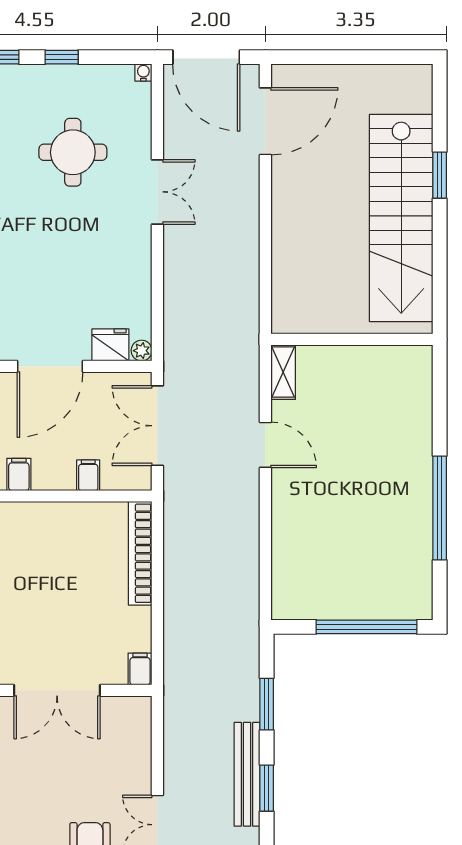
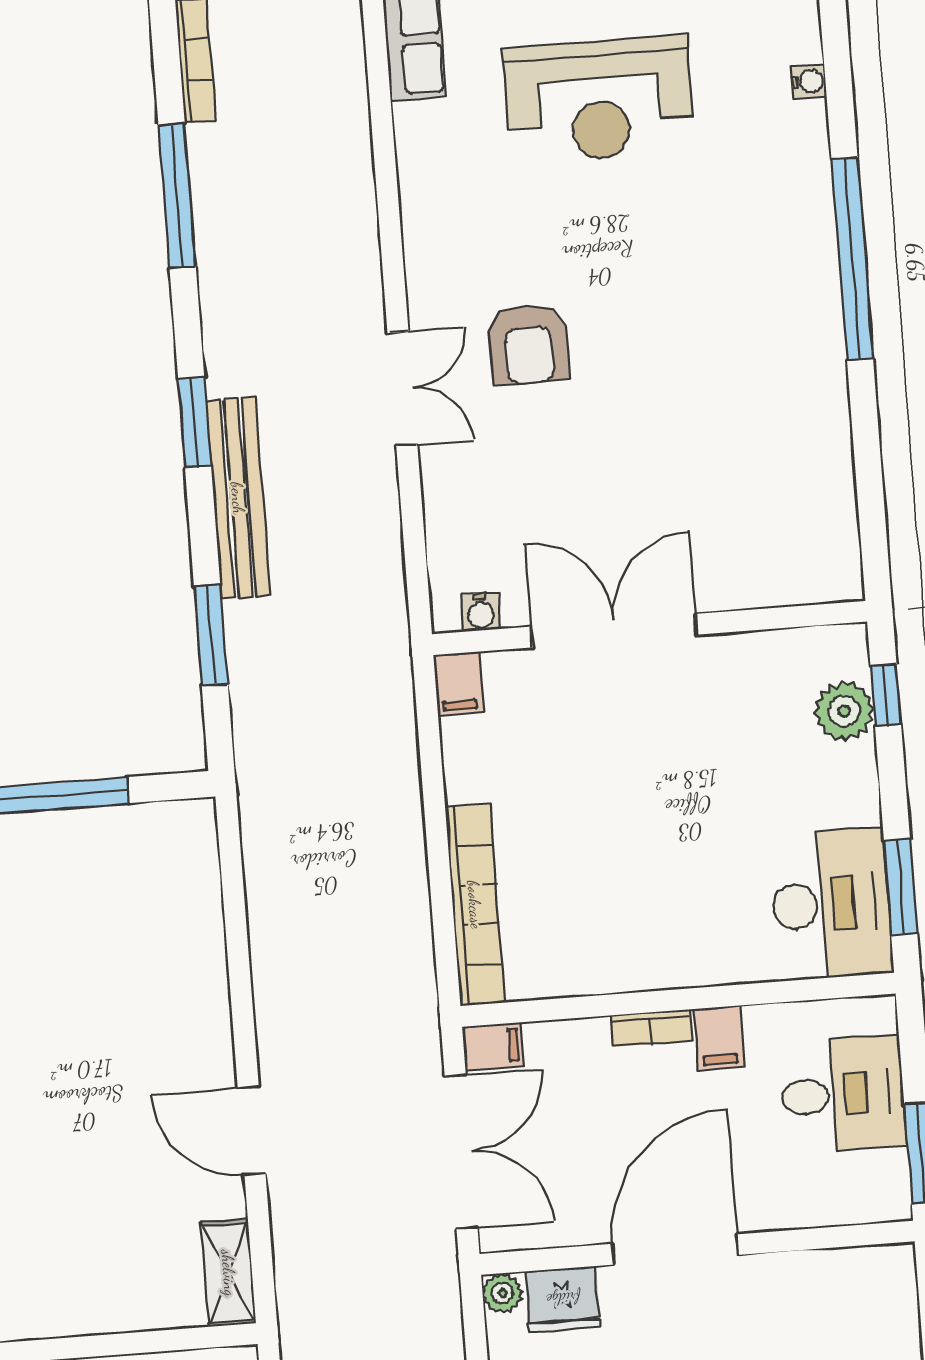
filing cabinet: (88, 475) -> (493, 1047), moved, turned -90
bookcase: (54, 482) -> (651, 1028), added
water cooler: (126, 705) -> (481, 612), added
window: (267, 788) -> (195, 423), moved

